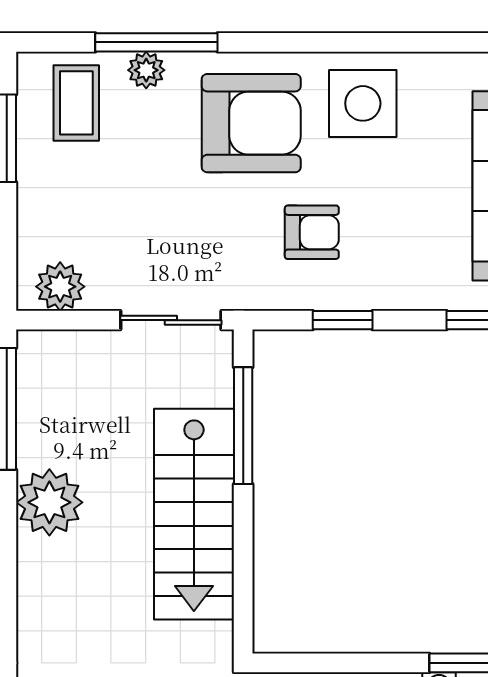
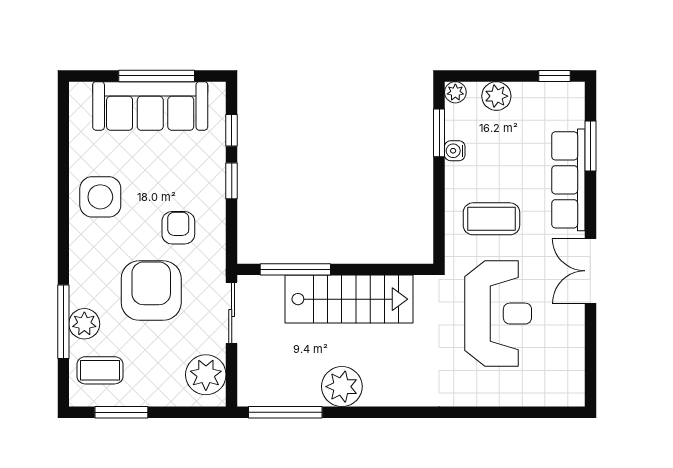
plant: (146, 70) -> (84, 324), width x1.38, depth x1.38
armchair: (251, 123) -> (151, 291), moved
plant: (60, 287) -> (206, 375), width x1.36, depth x1.36
window: (343, 320) -> (232, 181), moved

